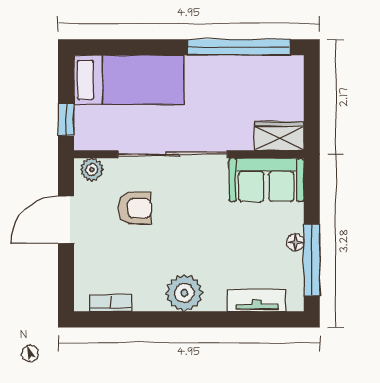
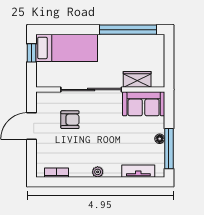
window: (66, 119) -> (32, 53), moved
wardrobe: (279, 136) -> (137, 79), moved
plant: (92, 169) -> (46, 98), removed
plant: (184, 293) -> (98, 172), width x0.53, depth x0.53

